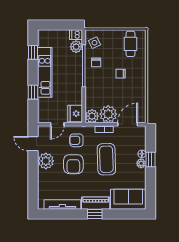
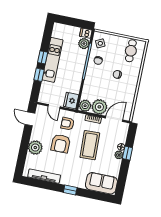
window: (33, 52) -> (43, 57), moved
door: (57, 124) -> (54, 106), hinge flipped
plant: (46, 161) -> (35, 148), moved
piano: (96, 203) -> (73, 181), removed

